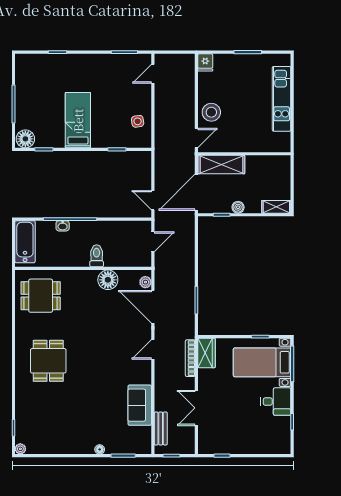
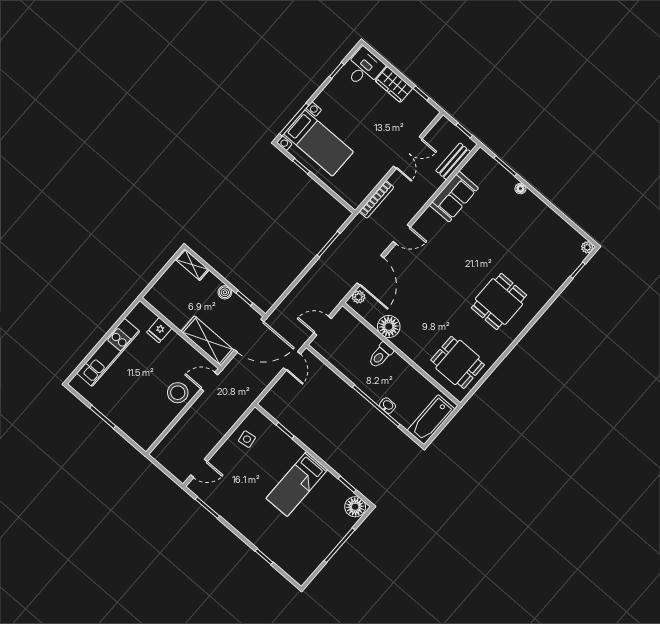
fridge: (205, 62) -> (159, 330), moved, turned 180
wardrobe: (206, 353) -> (394, 85), moved, turned -90
desk: (276, 402) -> (364, 68), moved, turned 90

